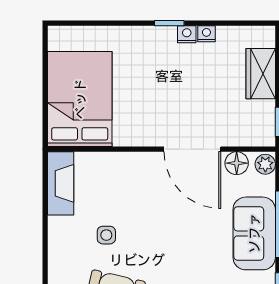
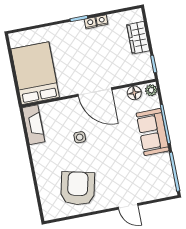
door: (192, 149) -> (95, 92), moved
side table: (106, 235) -> (80, 137), moved

